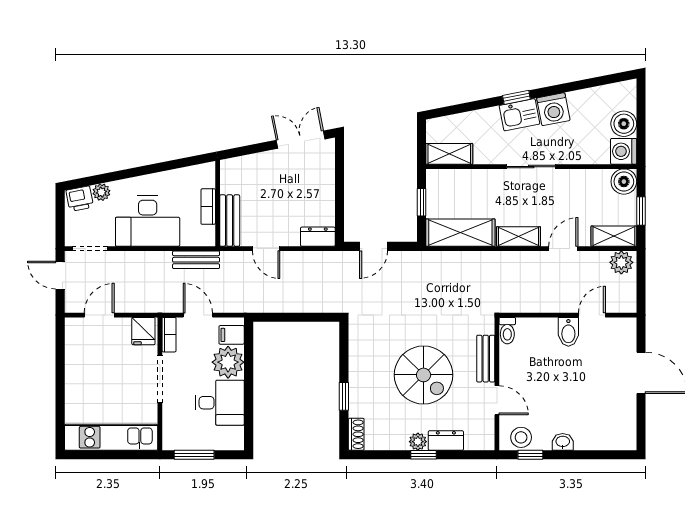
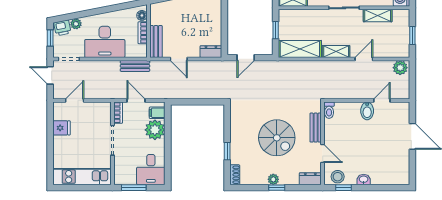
floor lamp: (207, 179) -> (142, 15), added
boiler: (624, 182) -> (402, 17), removed
window: (60, 215) -> (50, 38), added
shelving: (614, 236) -> (378, 16), moved
fridge: (143, 331) -> (62, 128), moved, turned -90
desk: (220, 403) -> (151, 170), moved, turned 90
dresser: (446, 441) -> (310, 179), moved

